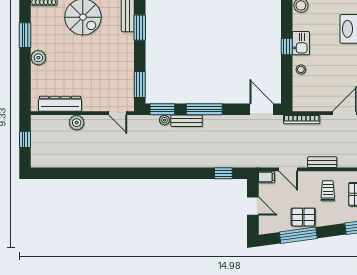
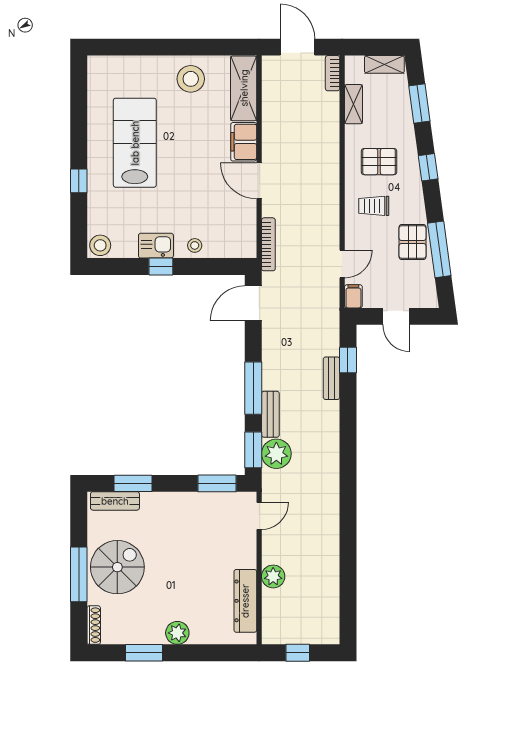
plant: (164, 120) -> (276, 454), width x1.88, depth x1.88
bench: (322, 162) -> (332, 378), moved
door: (253, 206) -> (396, 316), swing flipped

